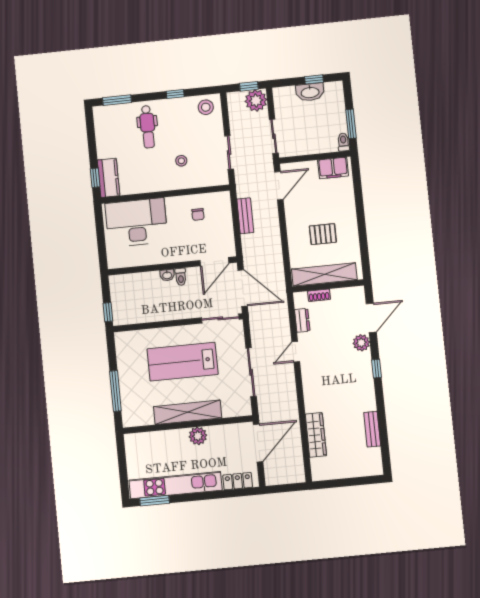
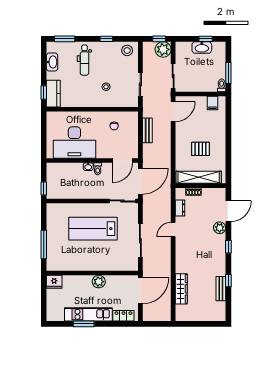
washbasin: (103, 134) -> (52, 62), added
filing cabinet: (333, 168) -> (213, 103), width x0.50
desk: (136, 222) -> (74, 143), moved, turned 180
door: (243, 288) -> (140, 181), hinge flipped
shelving: (188, 412) -> (93, 264), removed
window: (382, 417) -> (228, 281), added
fridge: (135, 442) -> (54, 282), added
kitchen unit: (176, 485) -> (88, 314), width x0.73
window: (155, 501) -> (84, 324), moved

